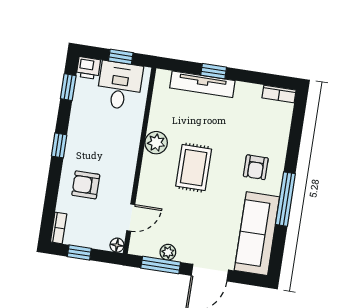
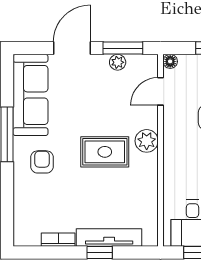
bookcase: (279, 94) -> (58, 240), moved
plant: (156, 143) -> (147, 141), moved
rug: (194, 168) -> (105, 152), turned 90

